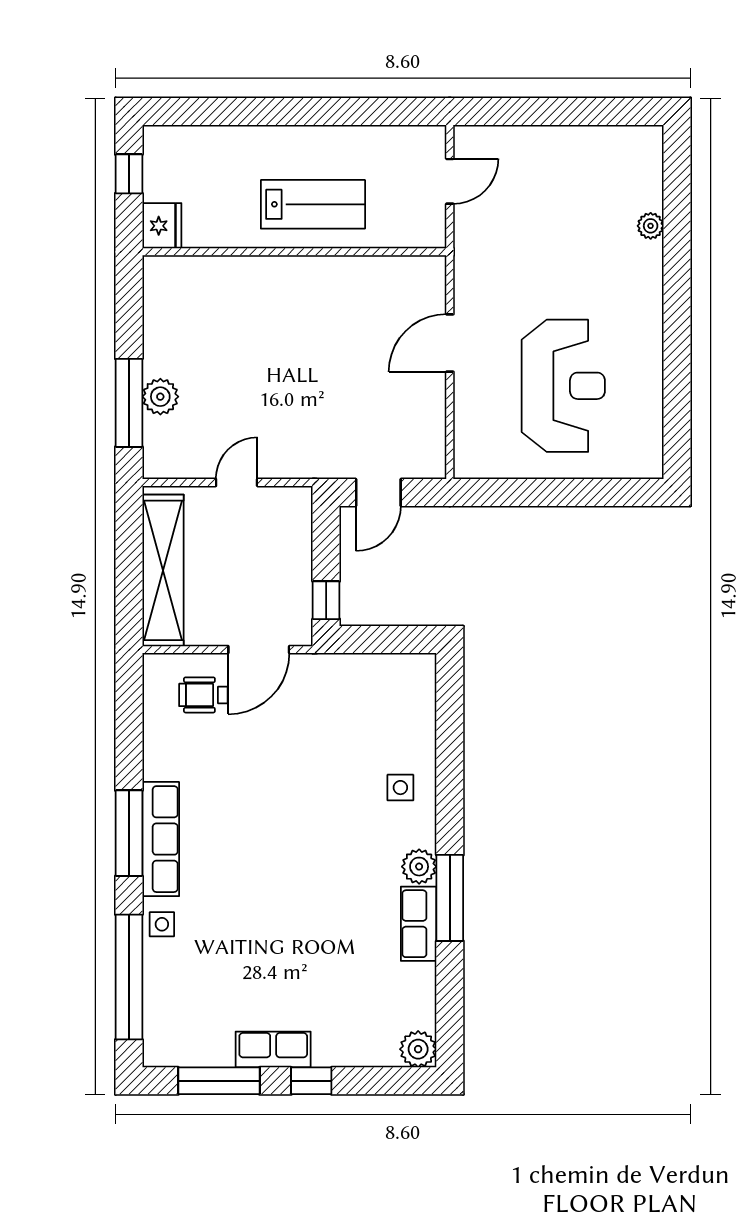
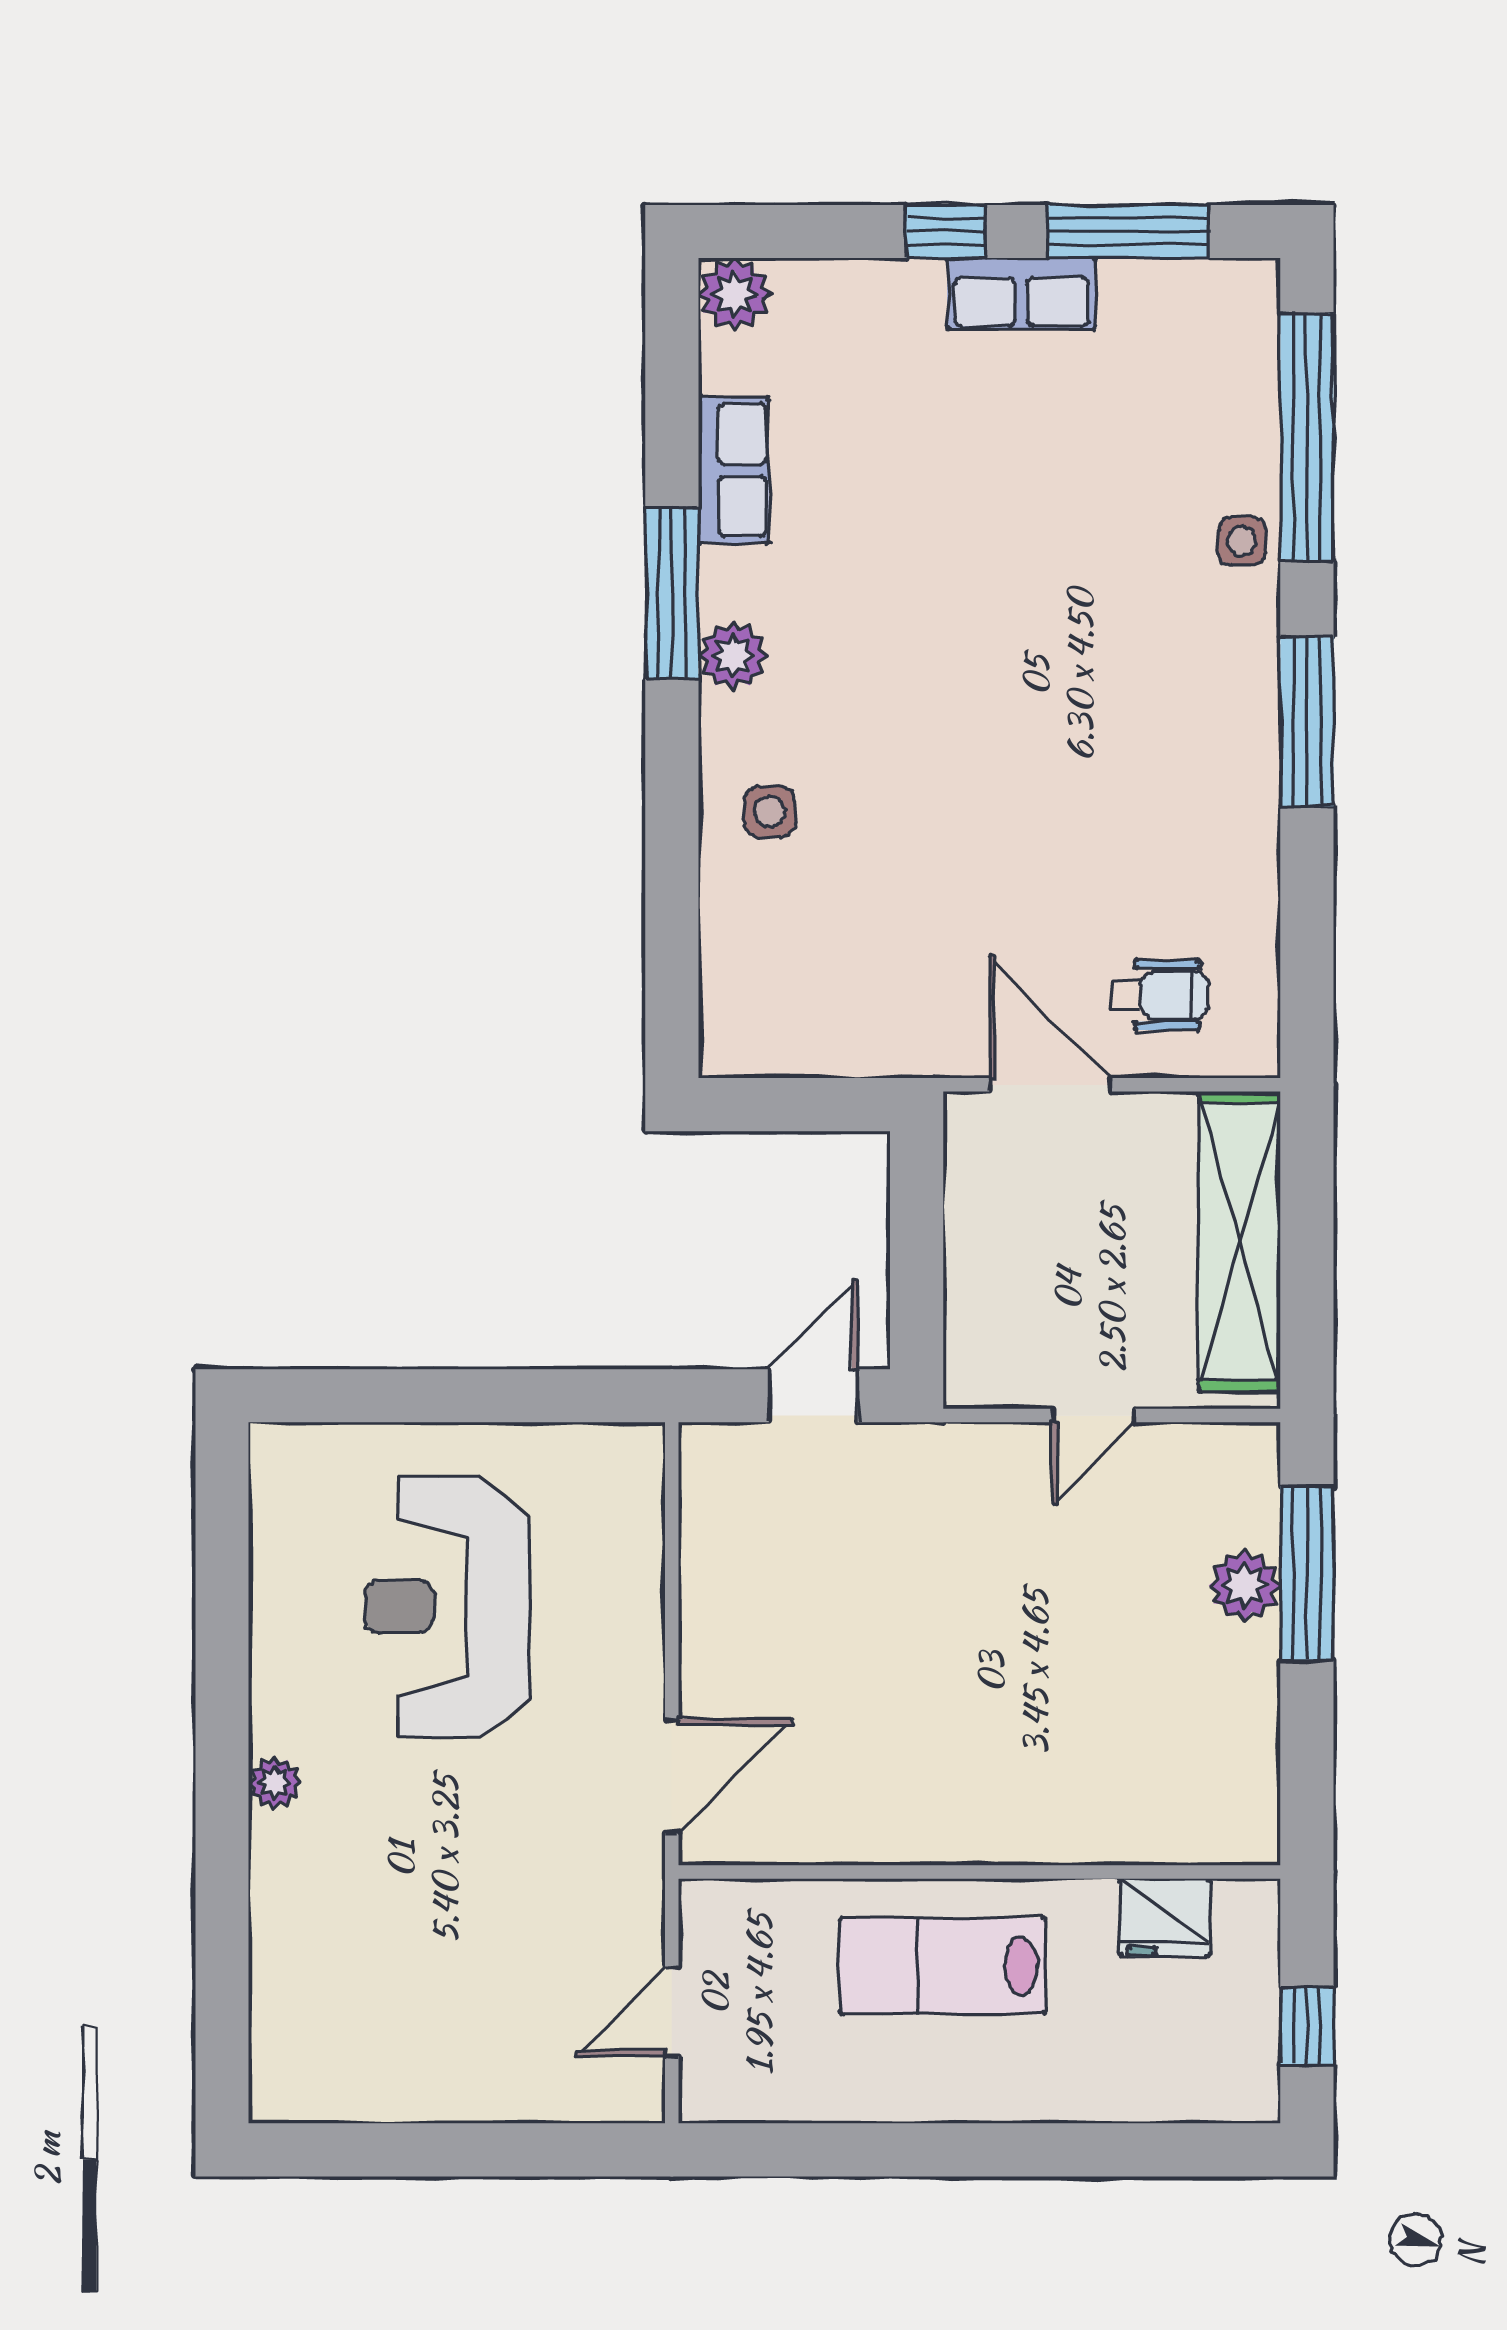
fridge: (162, 226) -> (1165, 1917), moved, turned -90
plant: (651, 226) -> (275, 1783), moved
door: (450, 343) -> (672, 1776), moved
window: (326, 600) -> (917, 1183), removed
door: (259, 650) -> (1050, 1085), hinge flipped
row of seats: (161, 839) -> (1244, 710), removed
row of seats: (419, 924) -> (733, 470), moved

